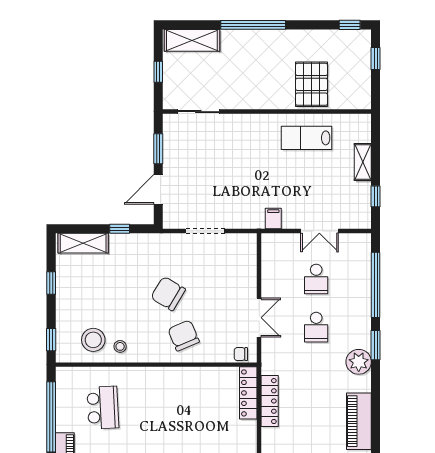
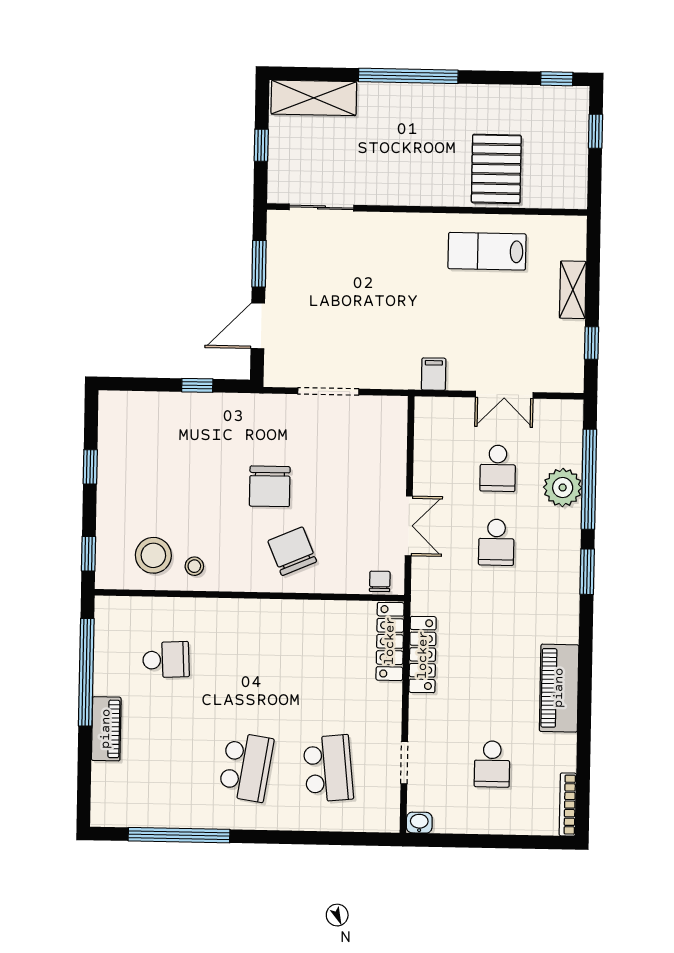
shelving: (83, 243) -> (141, 406), removed
chair: (168, 294) -> (270, 486), turned -121
chair: (241, 354) -> (380, 581), turned 90
plant: (359, 362) -> (563, 488), moved
school desk: (103, 408) -> (166, 660), width x0.54

